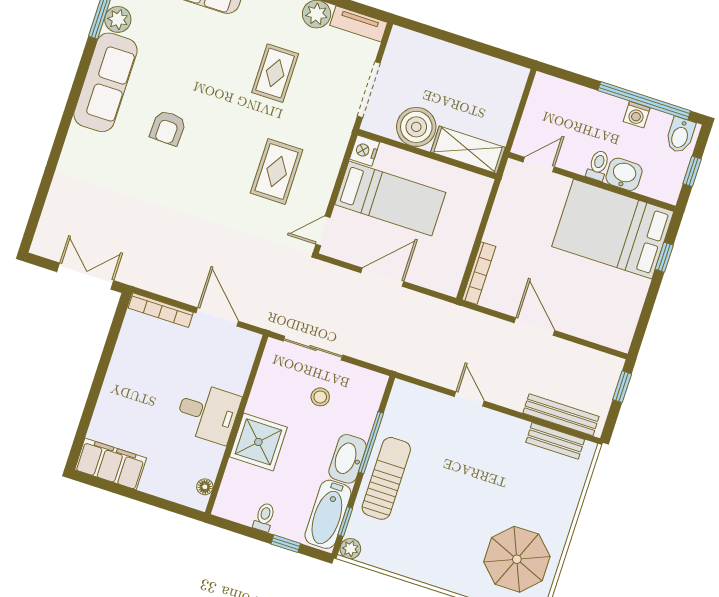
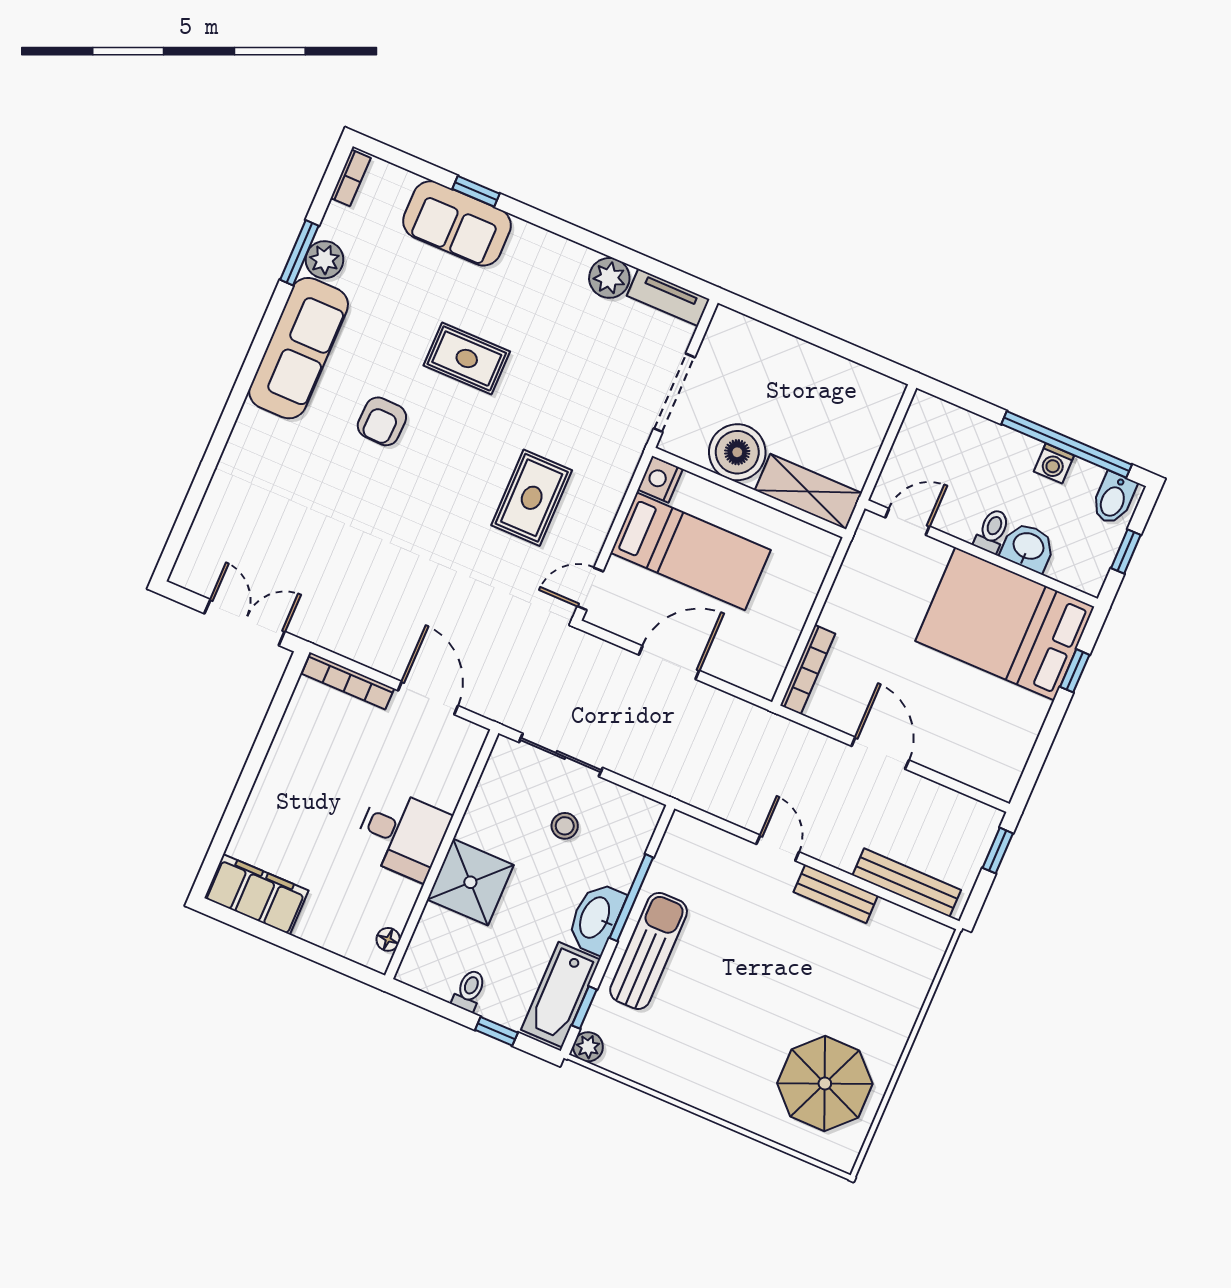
rug: (275, 73) -> (467, 359), moved, turned 90
bench: (555, 441) -> (836, 894), moved

